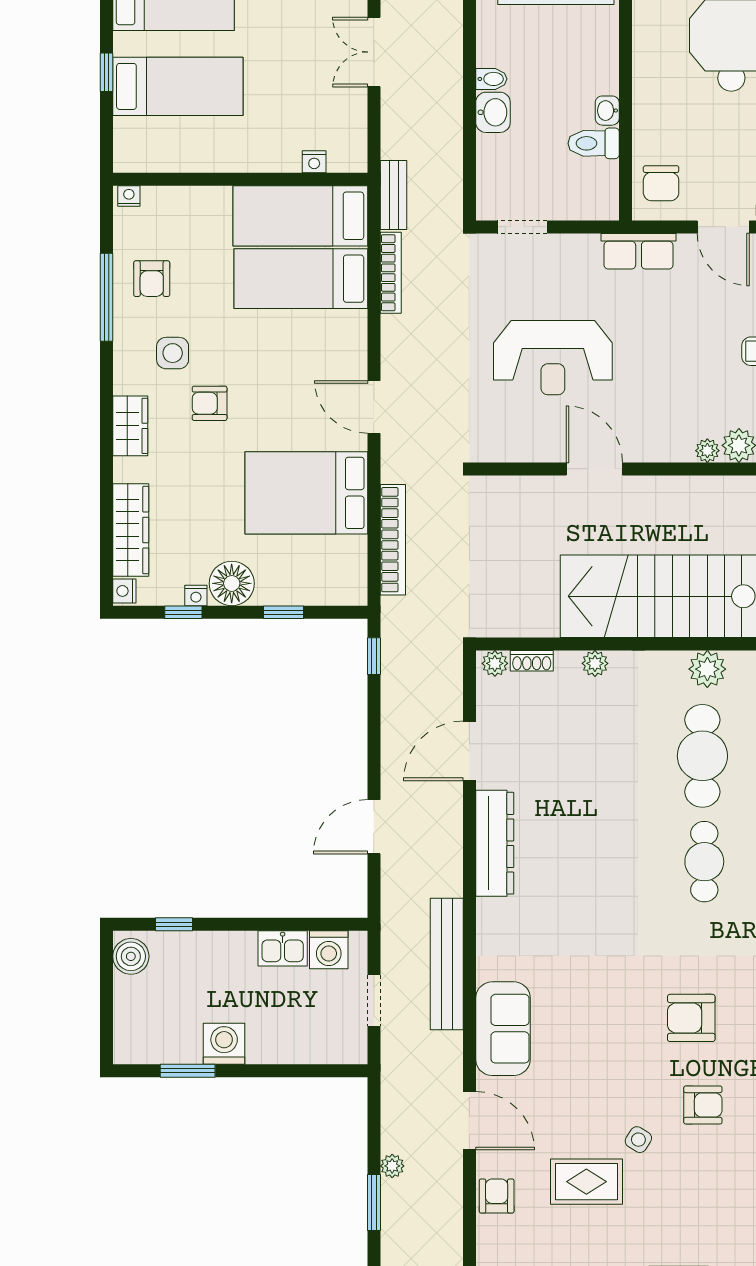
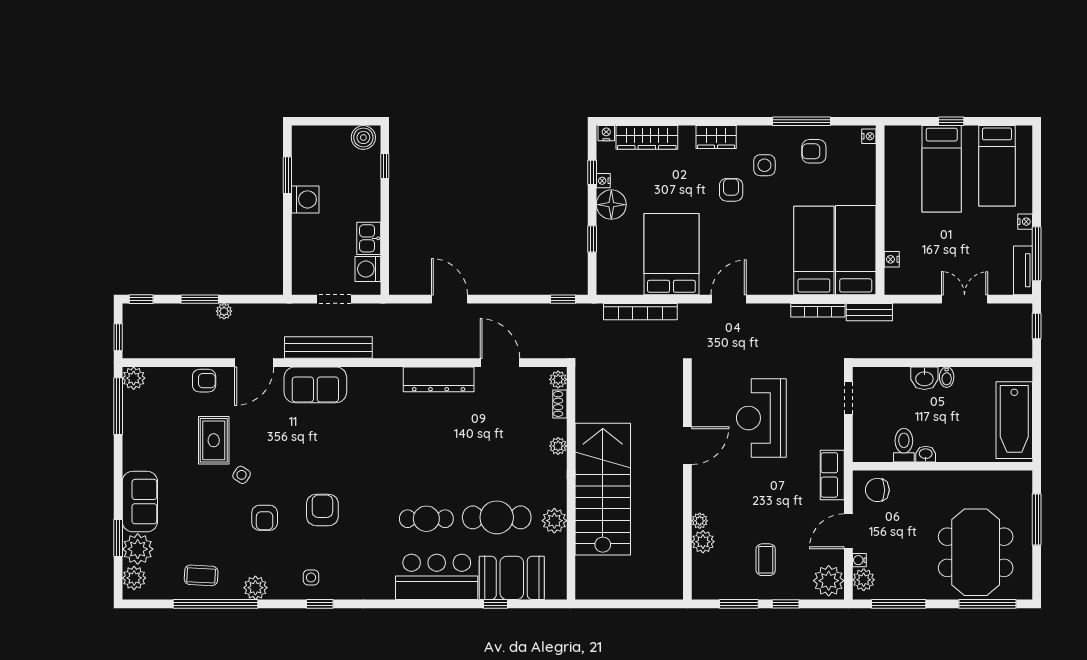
bench: (447, 964) -> (328, 347), moved

